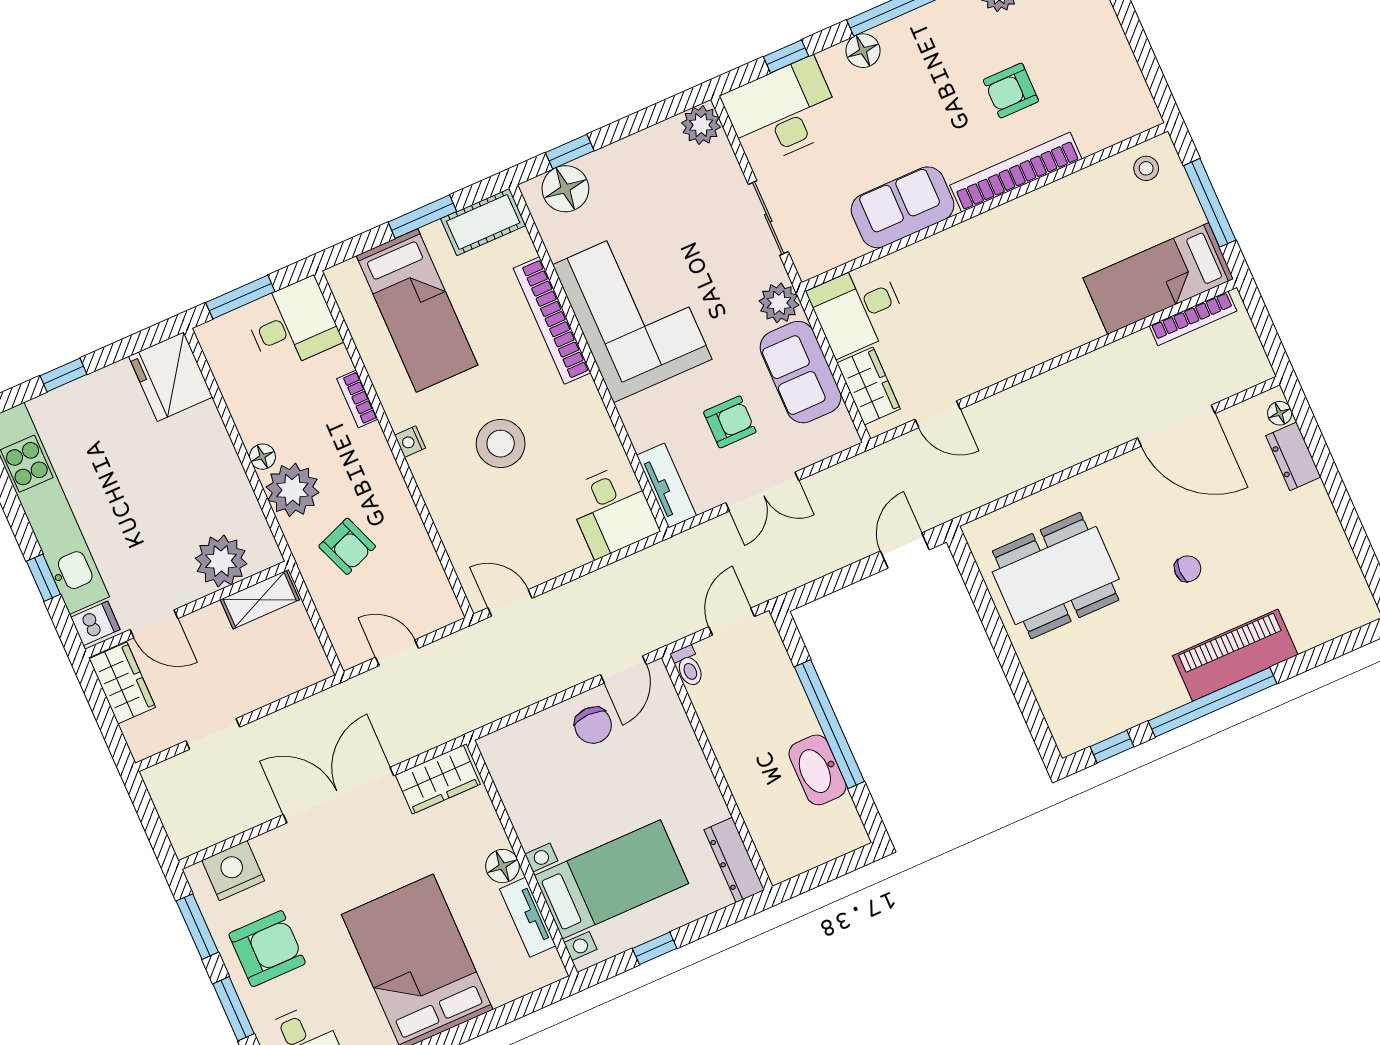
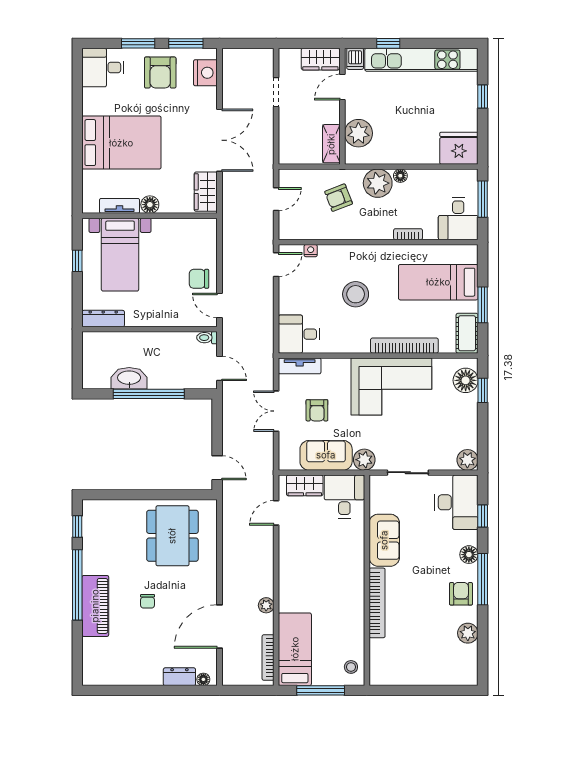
armchair: (1011, 91) -> (461, 594), moved
plant: (1104, 361) -> (266, 605), added
nightstand: (410, 442) -> (311, 251), moved

